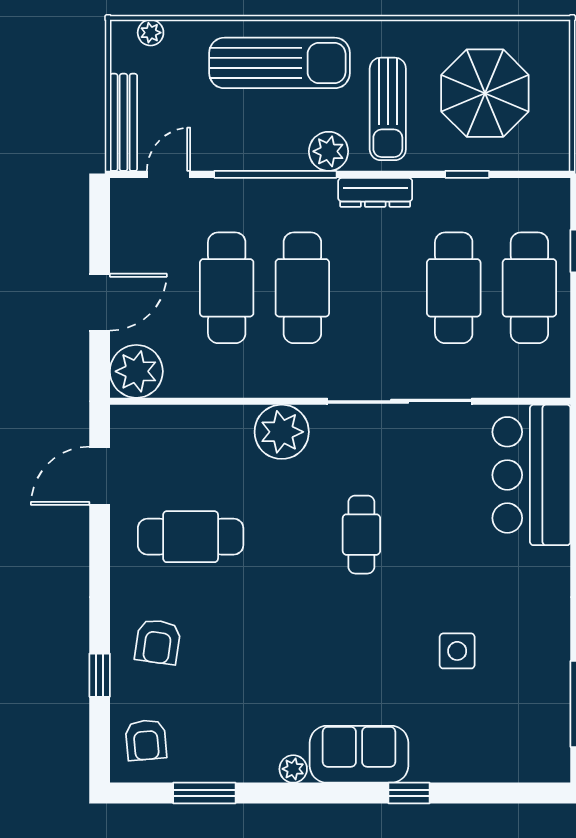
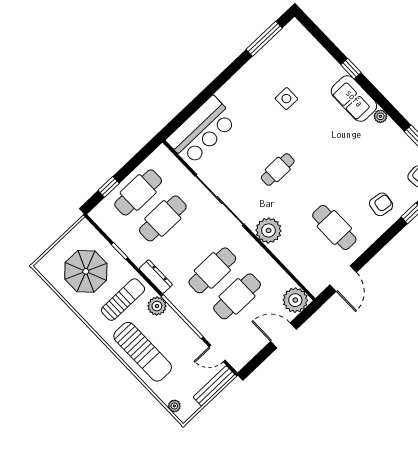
sun lounger: (279, 63) -> (143, 352), turned 180
door: (100, 476) -> (343, 279), hinge flipped

